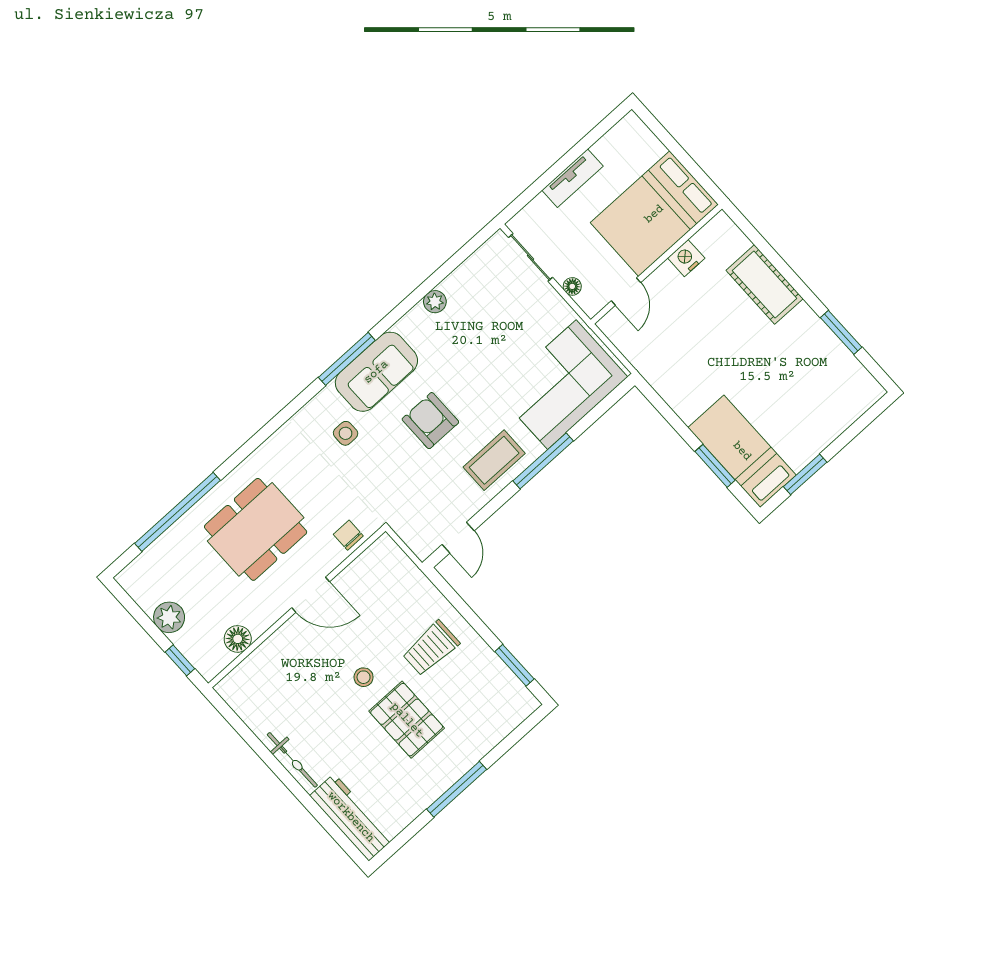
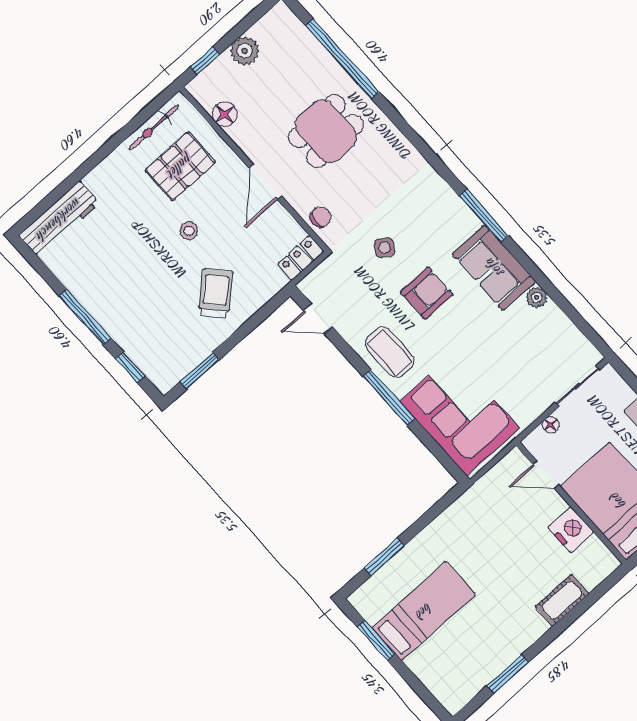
nightstand: (686, 258) -> (571, 530), width x1.36, depth x1.33
cot: (765, 284) -> (562, 600), width x0.73, depth x0.75
sofa: (376, 372) -> (494, 268), moved
side table: (346, 433) -> (385, 248), moved, turned 35
bed: (742, 451) -> (424, 611), moved
dining table: (256, 529) -> (326, 131), width x0.73
locker: (393, 557) -> (301, 258), added
trolley: (431, 648) -> (216, 293), turned 48
pallet: (407, 720) -> (180, 166), moved
window: (511, 740) -> (130, 367), added
bicycle: (292, 760) -> (154, 128), moved

